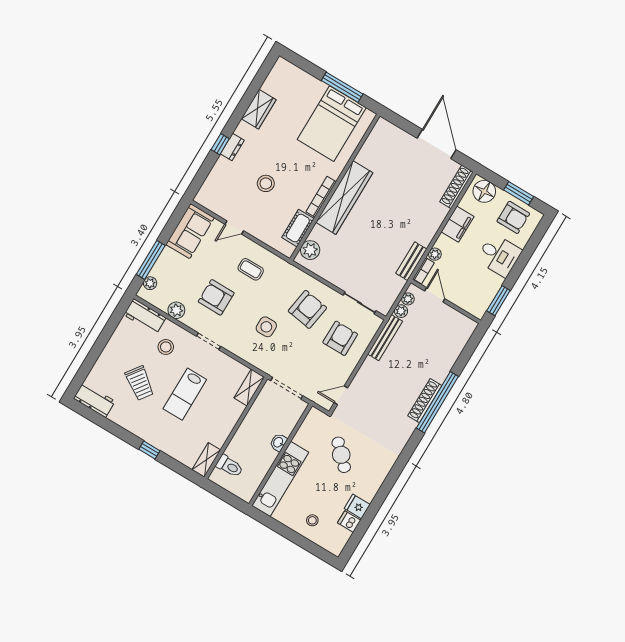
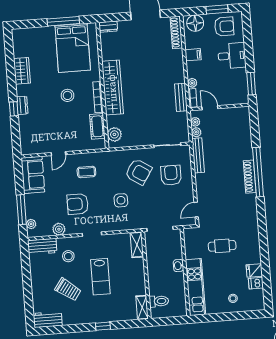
dresser: (387, 128) -> (108, 27), added
stool: (266, 183) -> (67, 95), moved
filing cabinet: (458, 224) -> (193, 55), width x0.50
armchair: (307, 309) -> (138, 172), turned 114
cafe table: (341, 455) -> (222, 246), turned -45

